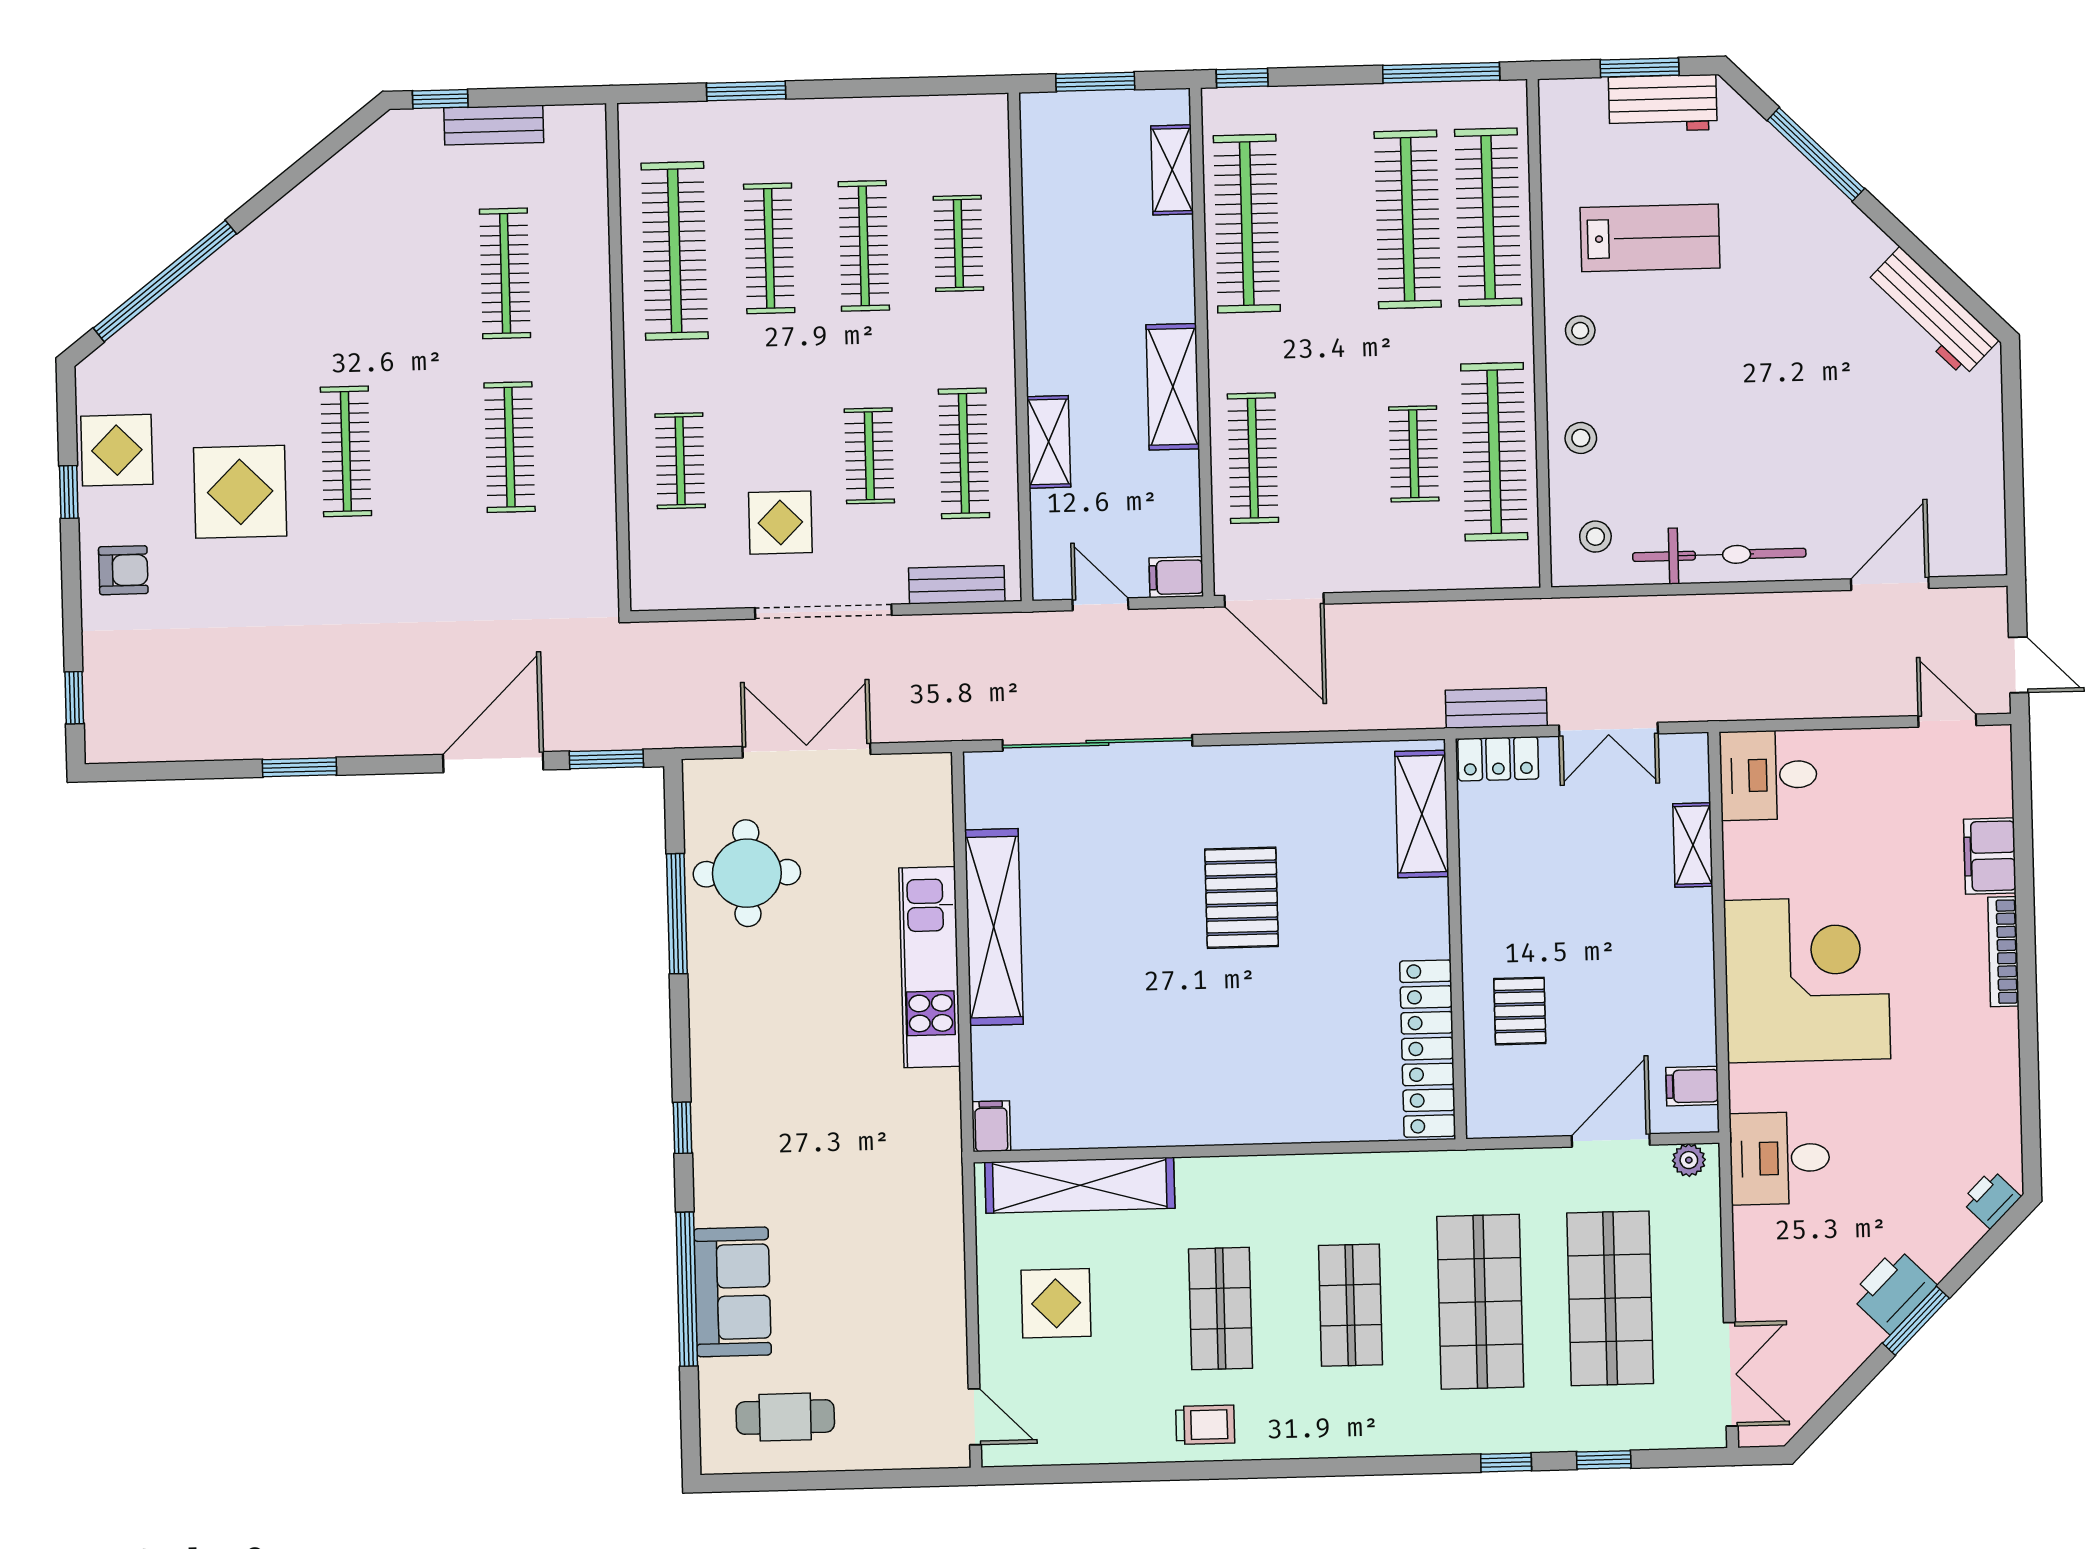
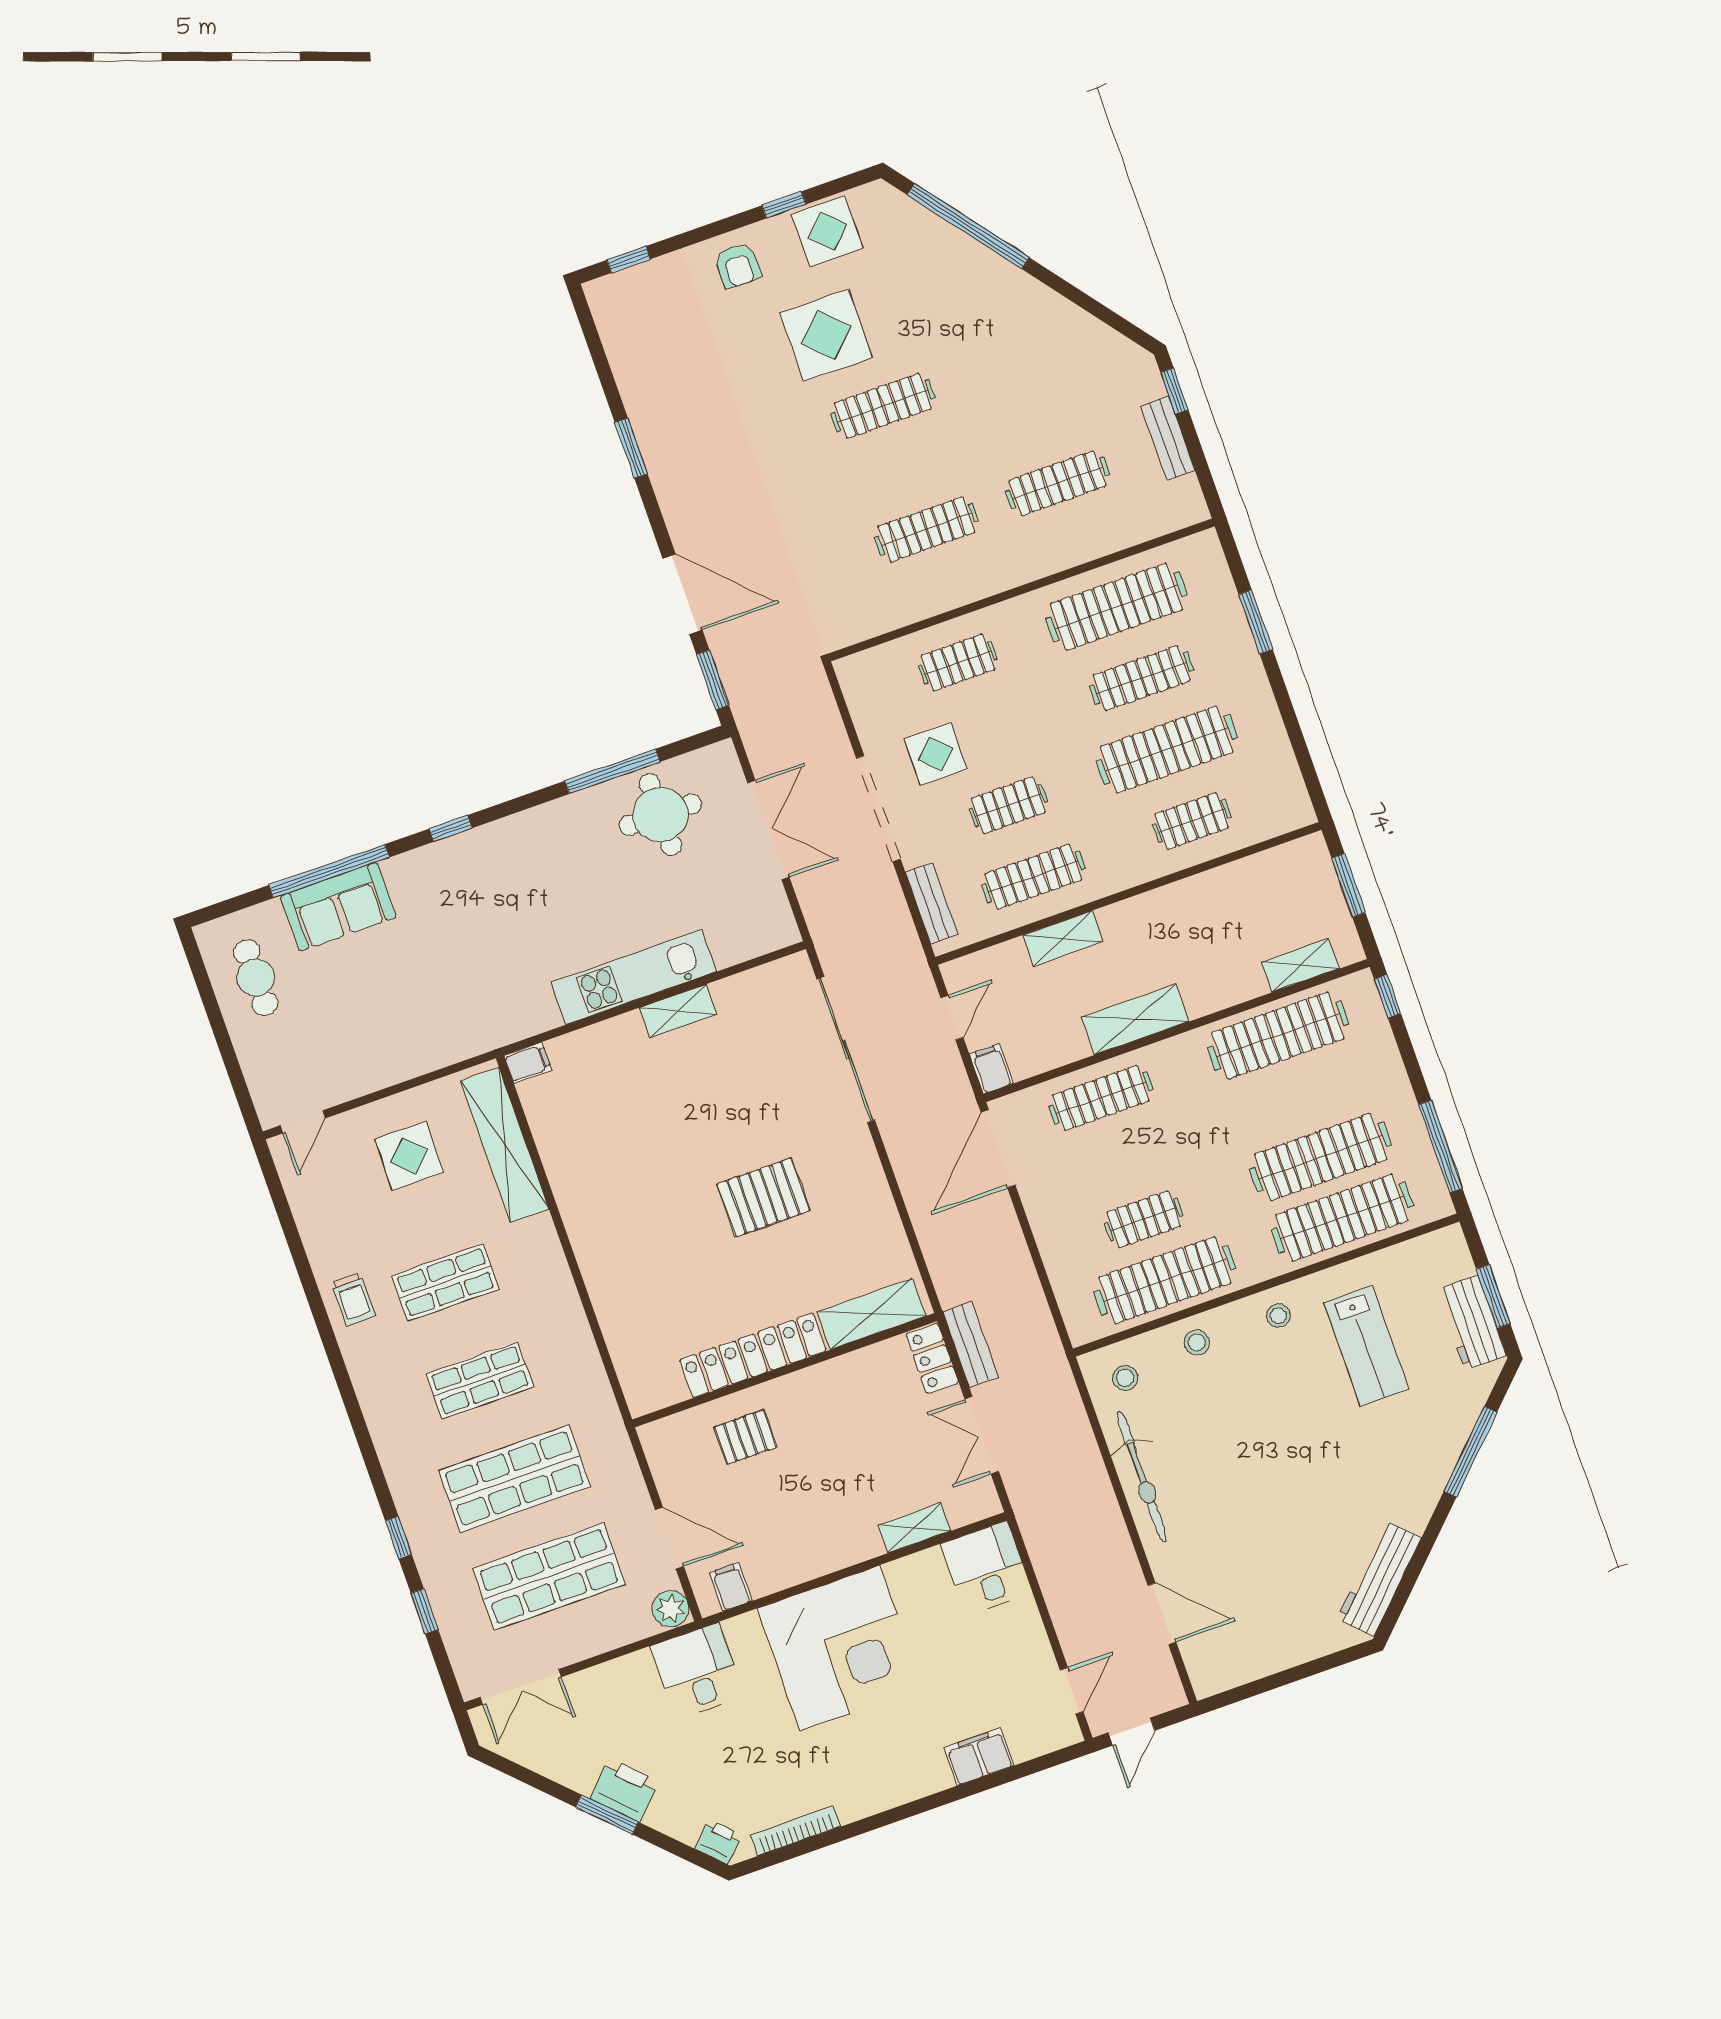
clothes rail: (864, 246) -> (1167, 750), width x1.37, depth x1.31
shelving: (994, 927) -> (678, 1011), width x0.45, depth x0.75
bookcase: (2003, 952) -> (795, 1831), moved
locker: (1428, 1049) -> (753, 1355), moved
plant: (1689, 1160) -> (671, 1609), width x1.38, depth x1.38

